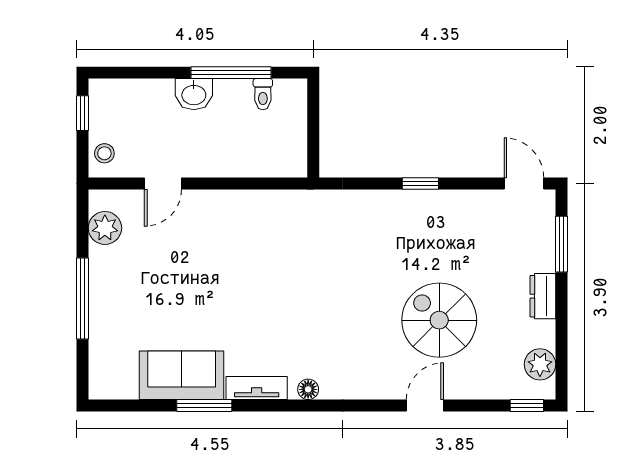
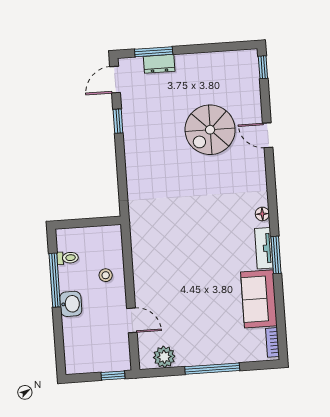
window: (83, 113) -> (113, 375), moved
stool: (104, 153) -> (106, 275), moved
window: (420, 184) -> (118, 121), moved
dresser: (543, 296) -> (159, 64), moved
plant: (540, 364) -> (235, 60), removed
bookcase: (115, 391) -> (272, 342), added
window: (204, 406) -> (276, 255), moved

